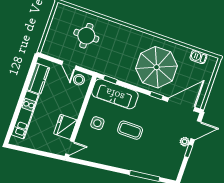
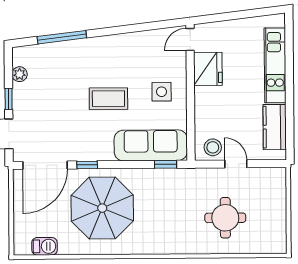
plant: (185, 142) -> (20, 74), moved

